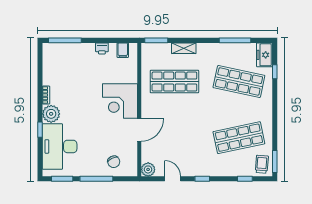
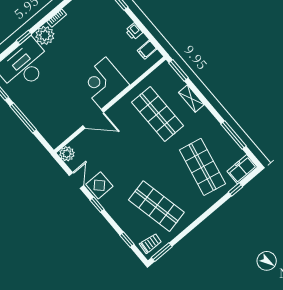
chair: (114, 162) -> (49, 120), removed
display table: (190, 165) -> (99, 185), added

